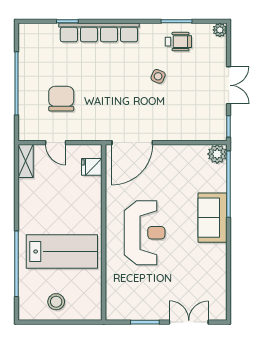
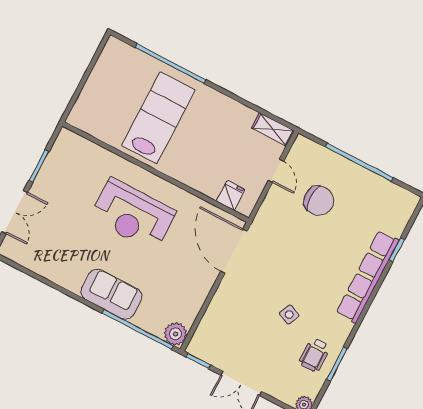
door: (56, 143) -> (276, 171), swing flipped
lab bench: (62, 252) -> (158, 118), turned 180
stool: (56, 302) -> (109, 84), removed

